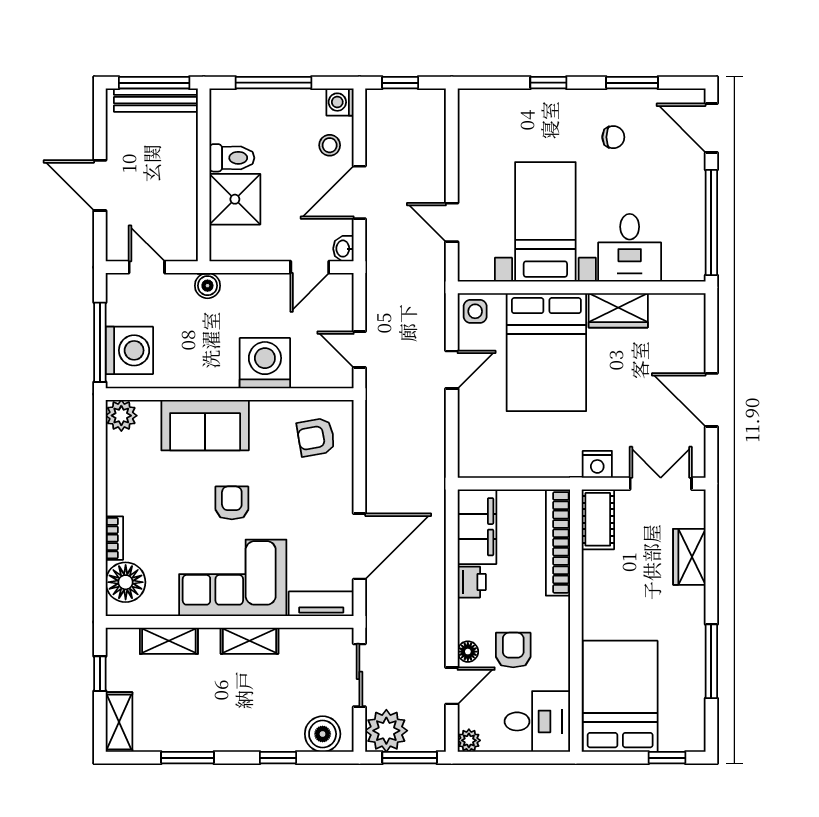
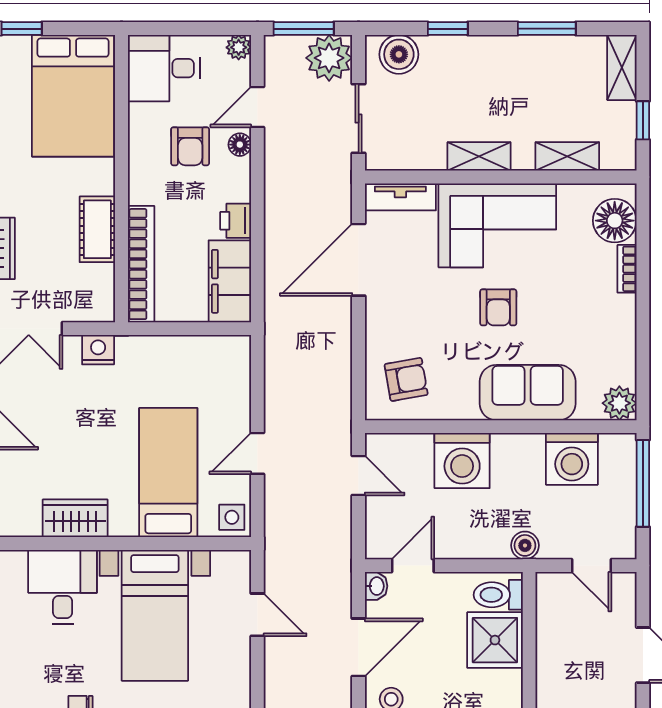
toilet: (232, 158) -> (498, 595), moved
washing machine: (129, 350) -> (572, 459), moved, turned -90
bed: (546, 352) -> (168, 473), width x0.67
cot: (598, 519) -> (97, 229), moved

